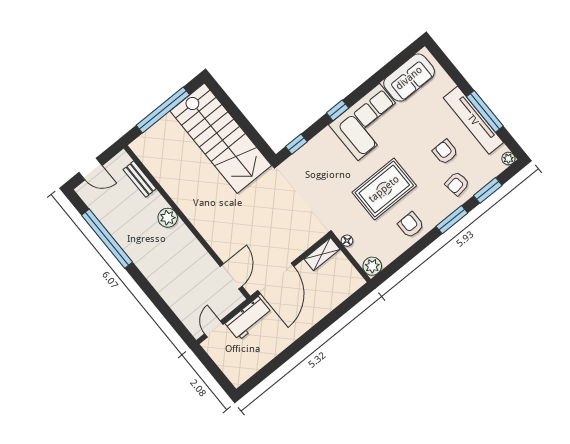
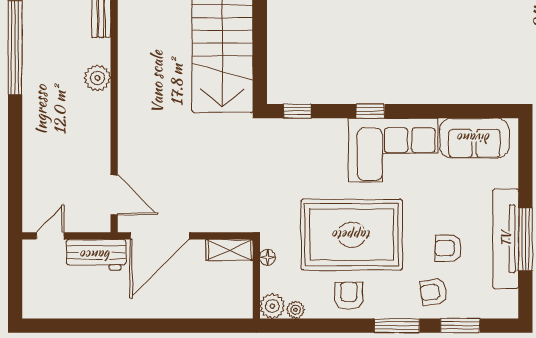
armchair: (445, 152) -> (448, 248), turned -90
plant: (508, 159) -> (296, 310), moved
rug: (384, 189) -> (352, 235), width x1.37, depth x1.44
door: (231, 276) -> (114, 195), hinge flipped

